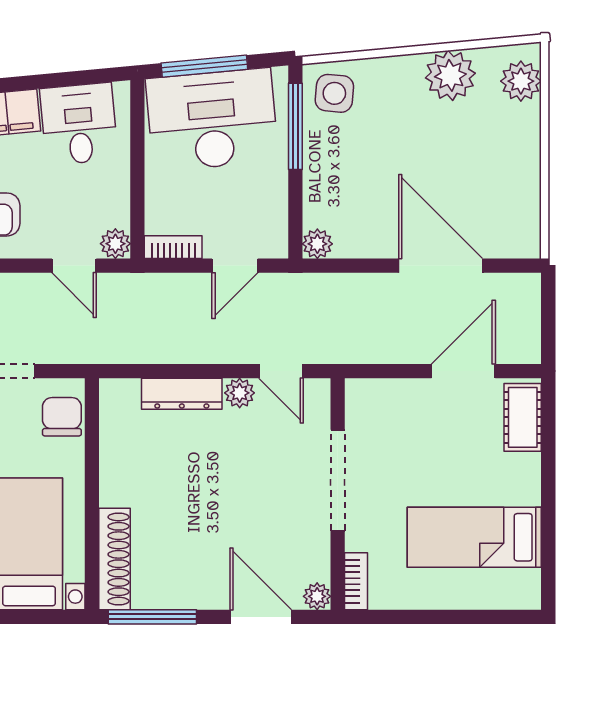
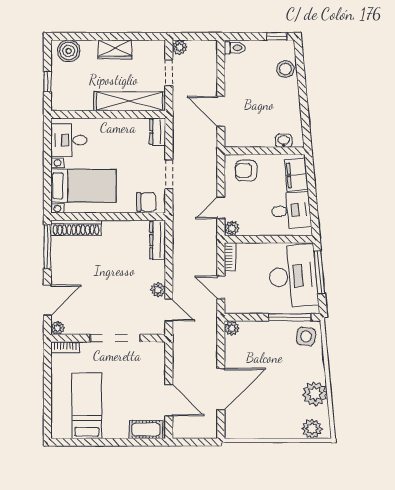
door: (281, 371) -> (169, 310), swing flipped
dresser: (182, 394) -> (158, 240), moved

